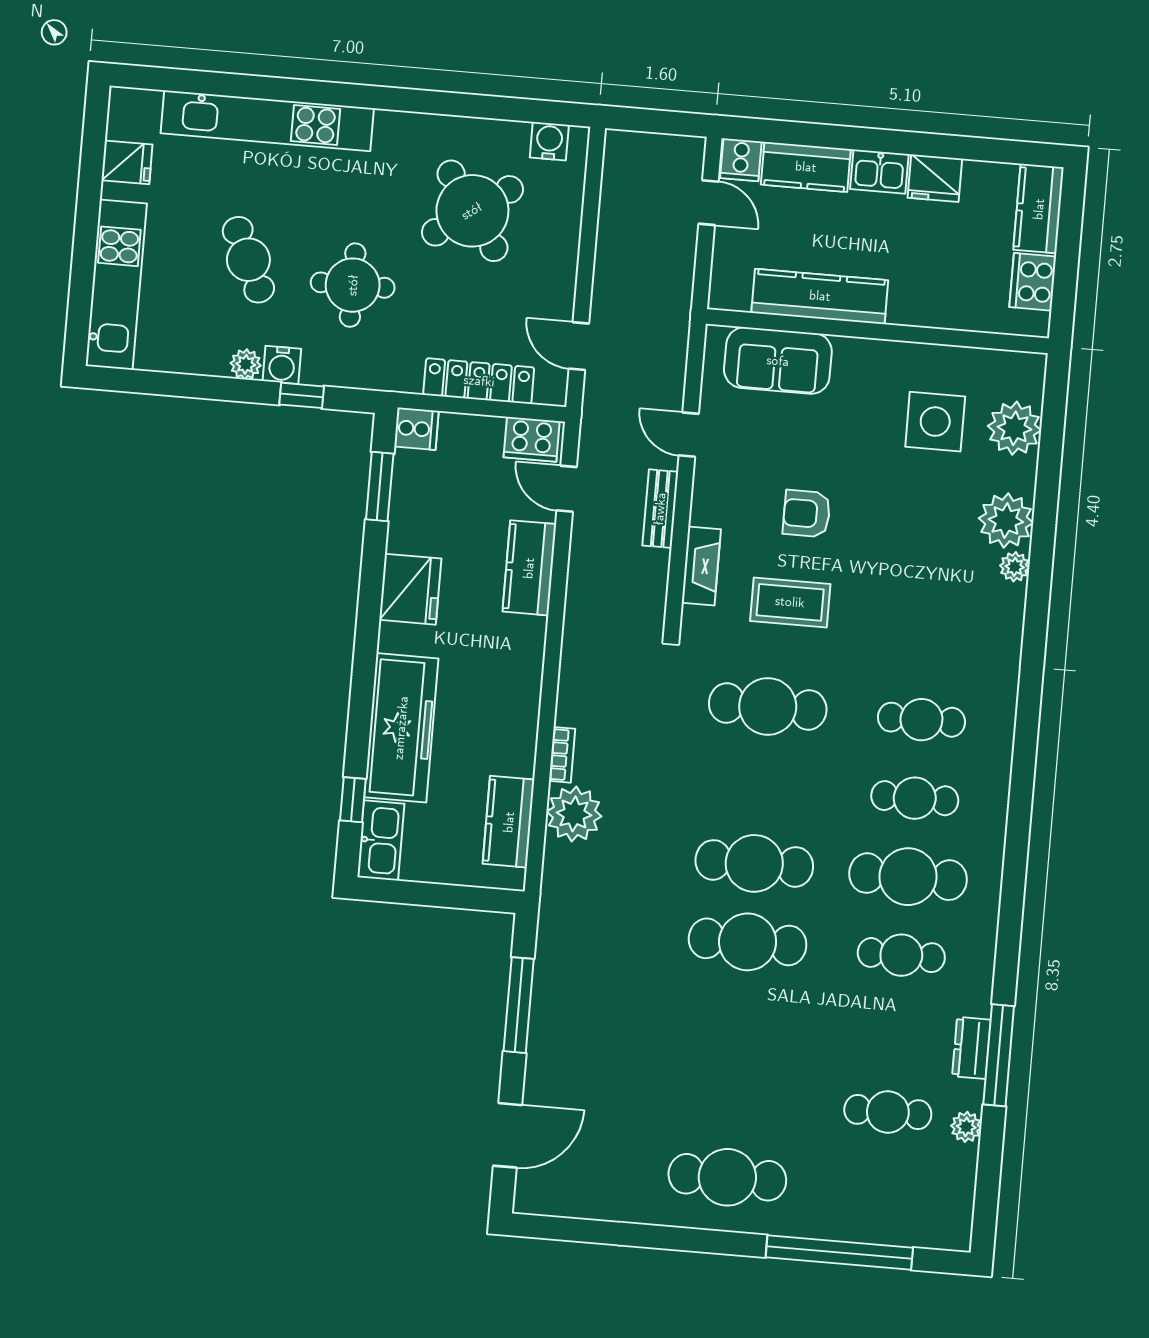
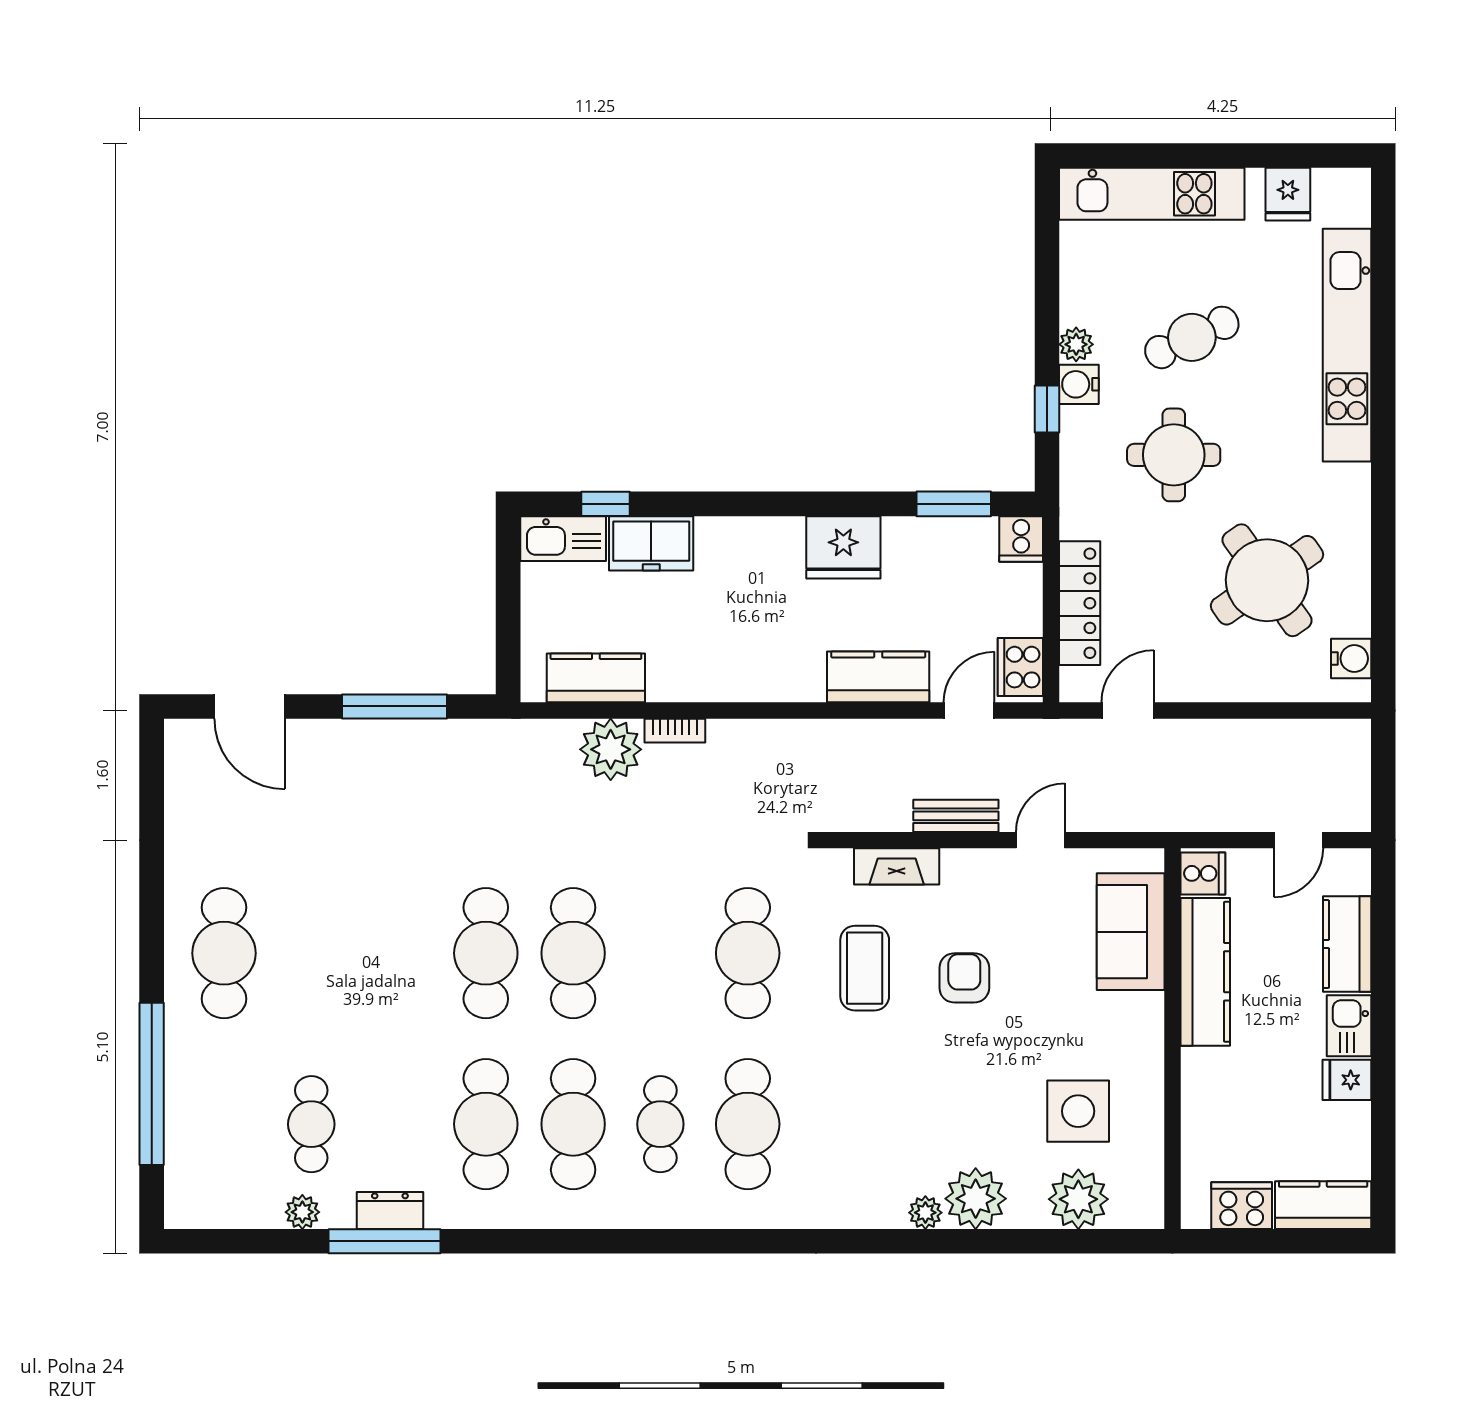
cooker: (741, 160) -> (1203, 873), moved, turned 180
fridge: (935, 178) -> (1347, 1080), width x0.72
cafe table: (921, 720) -> (748, 1124), width x1.37, depth x1.35
freezer: (401, 728) -> (651, 543), width x0.52, depth x0.79
cafe table: (901, 955) -> (486, 1124), width x1.37, depth x1.35

